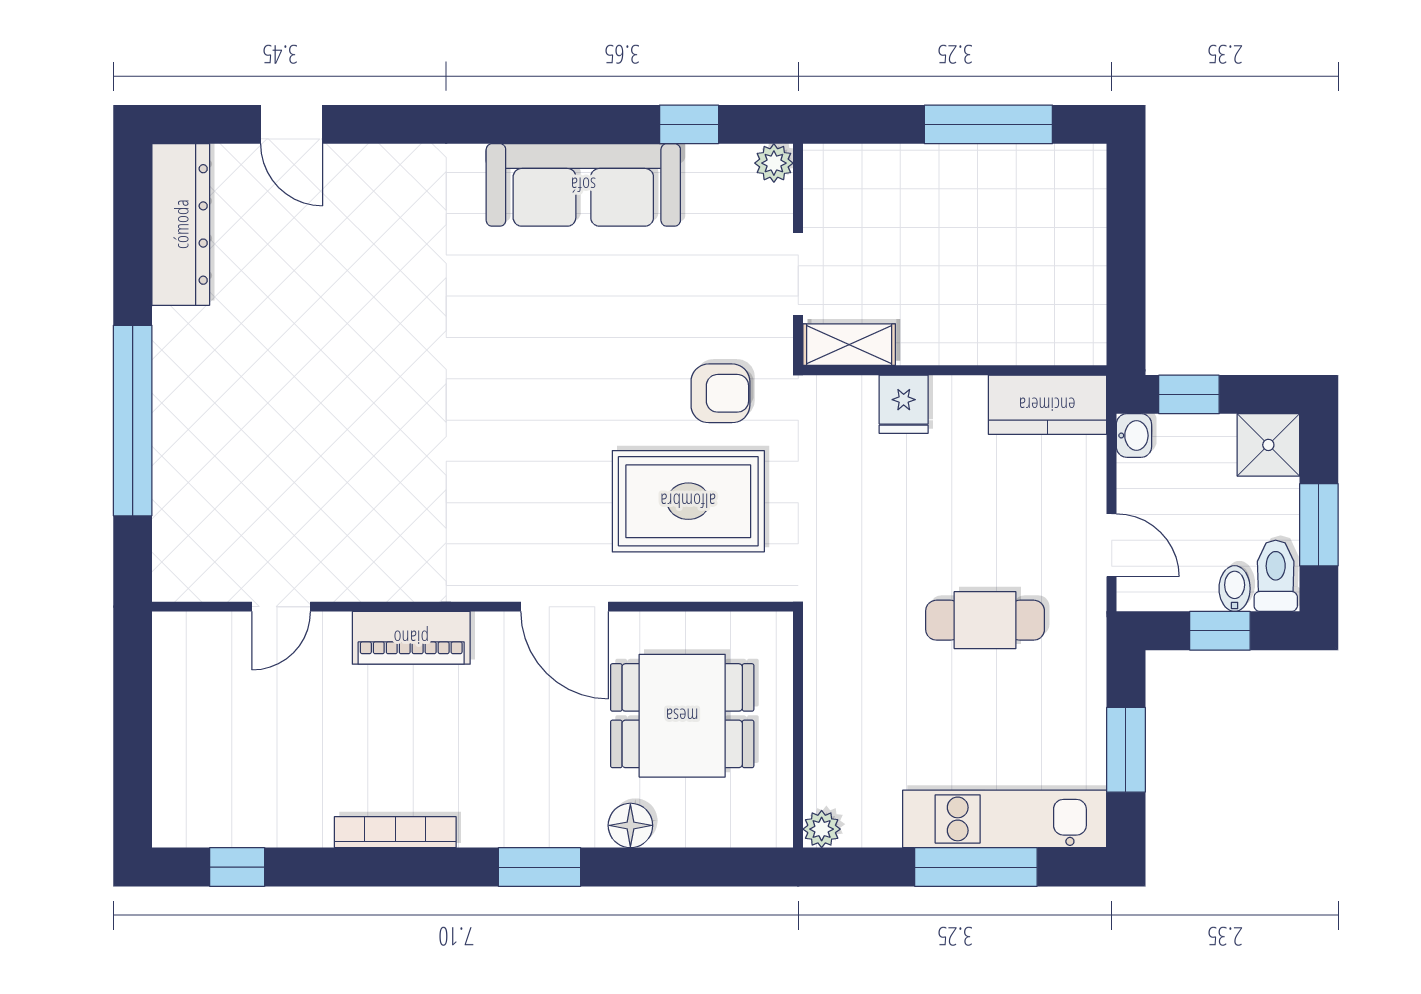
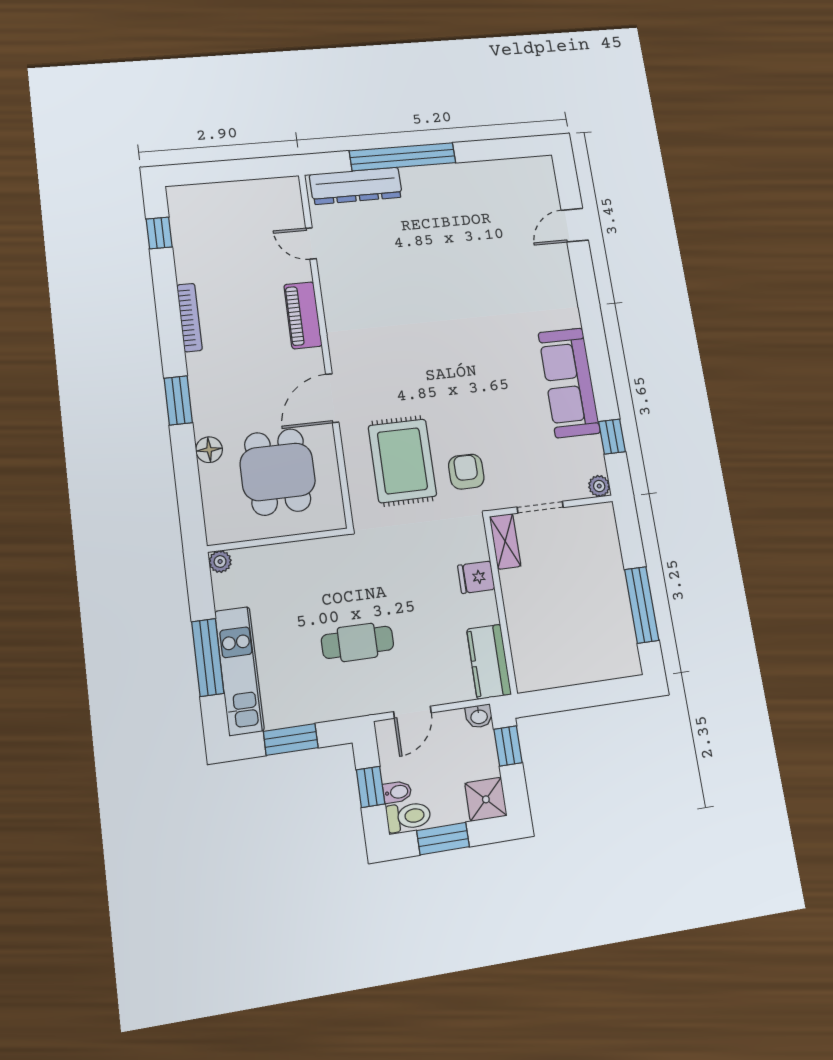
dresser: (181, 224) -> (356, 186), moved
armchair: (720, 393) -> (466, 472), turned 180
cafe table: (985, 620) -> (357, 642), turned 90

